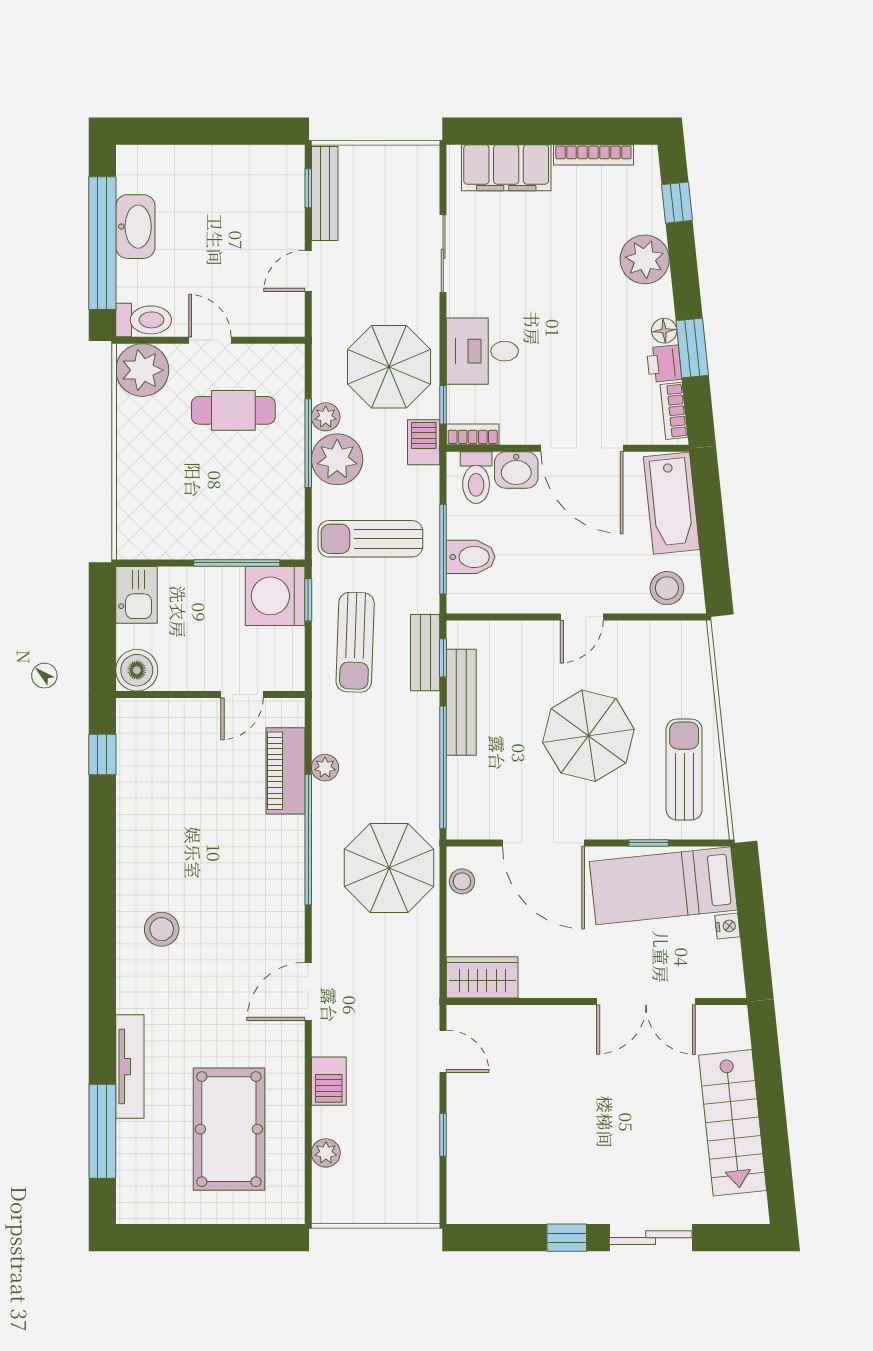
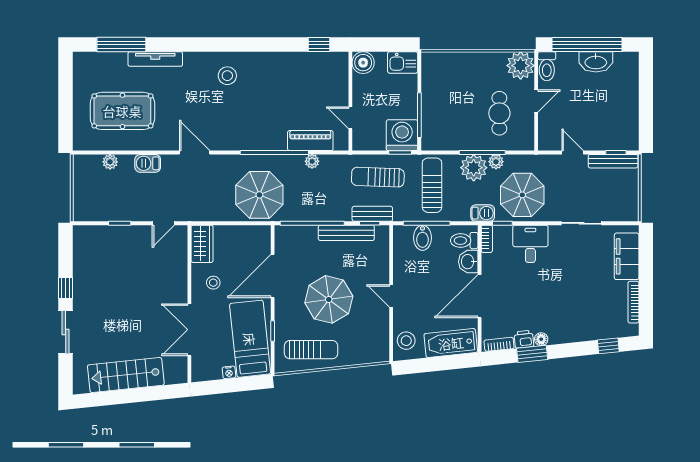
plant: (645, 259) -> (579, 329), removed
stool: (462, 881) -> (213, 283), moved

